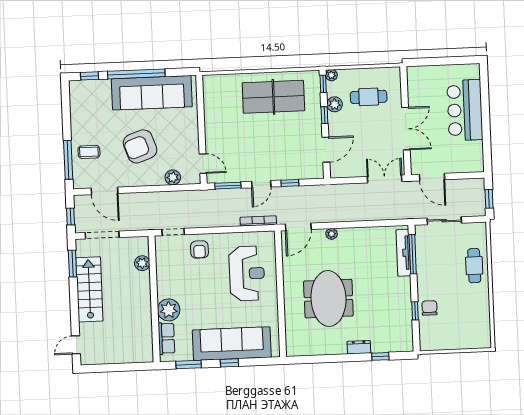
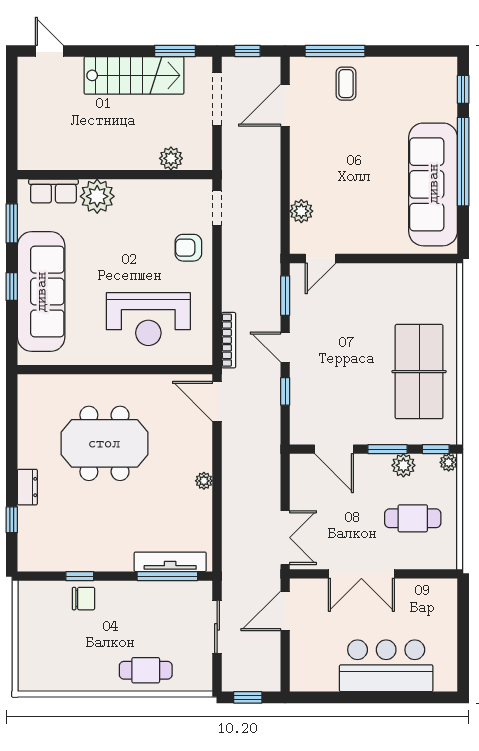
cafe table: (369, 97) -> (413, 518), turned 90
window: (324, 115) -> (388, 449), width x1.50
armchair: (140, 146) -> (351, 163), removed
plant: (331, 234) -> (204, 481), moved

